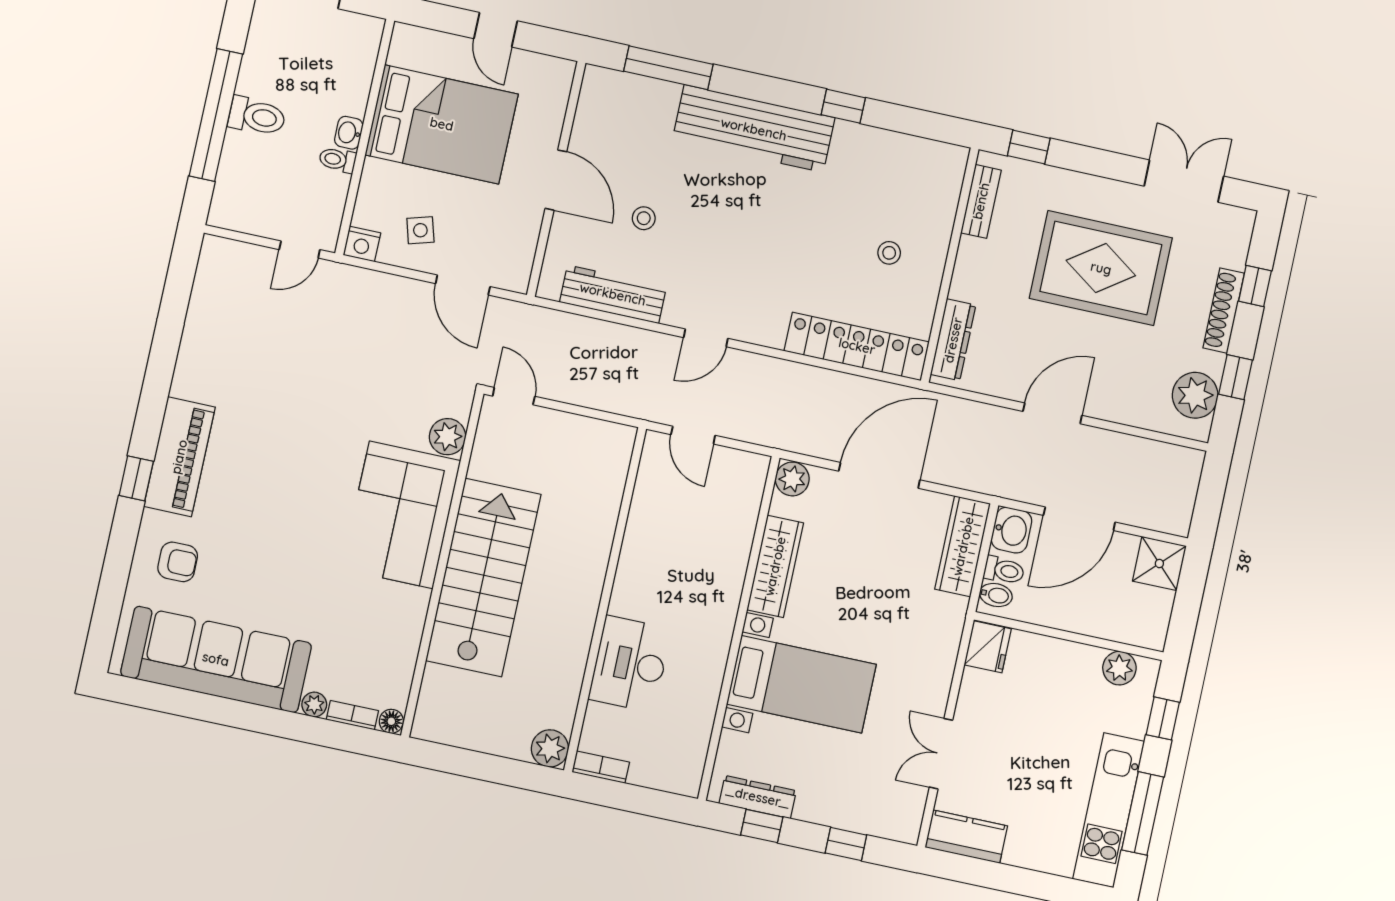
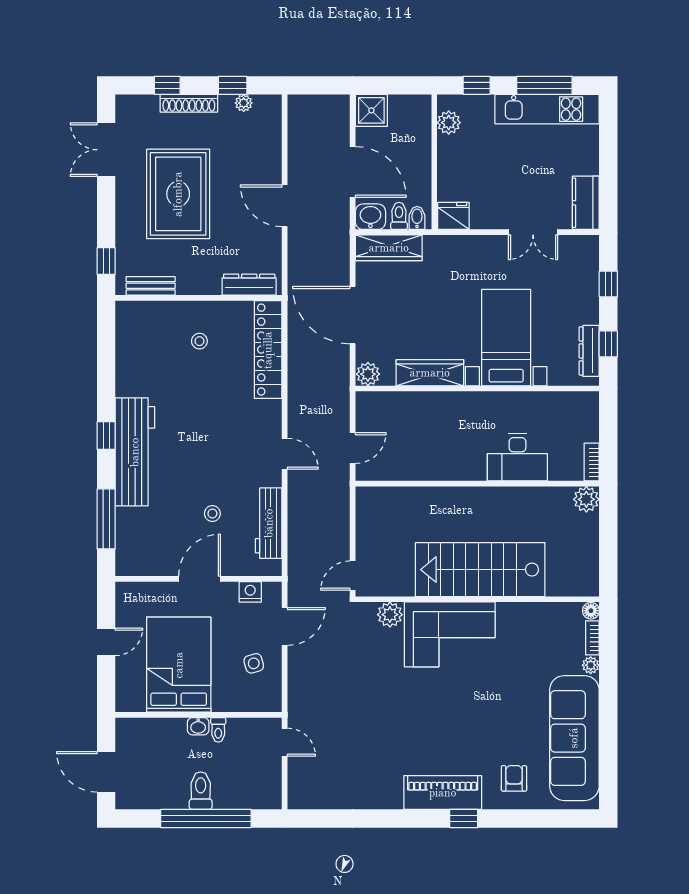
window: (843, 106) -> (106, 436), moved
nightstand: (362, 244) -> (250, 592), moved, turned -90
plant: (1195, 395) -> (244, 103), width x0.53, depth x0.53

